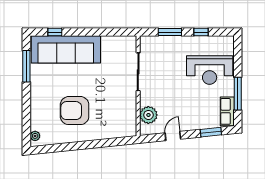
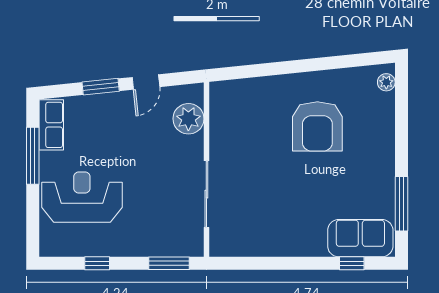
window: (170, 32) -> (169, 263), moved
sofa: (66, 49) -> (360, 238), width x0.54, depth x0.79
armchair: (75, 111) -> (317, 126), turned 90
window: (211, 132) -> (101, 87), moved

